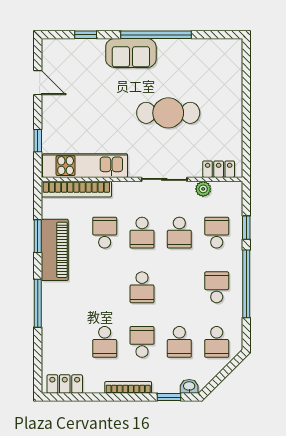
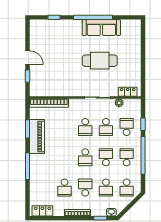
sofa: (131, 53) -> (101, 28), moved, width x1.36
door: (38, 83) -> (27, 58), moved
kitchen unit: (85, 166) -> (54, 90), removed
school desk: (105, 233) -> (106, 157), moved

